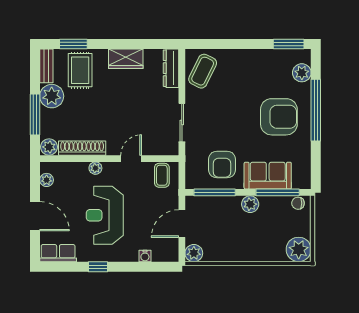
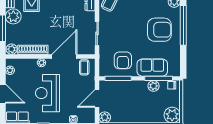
door: (131, 159) -> (64, 57), width x1.88
plant: (250, 204) -> (154, 86), moved

